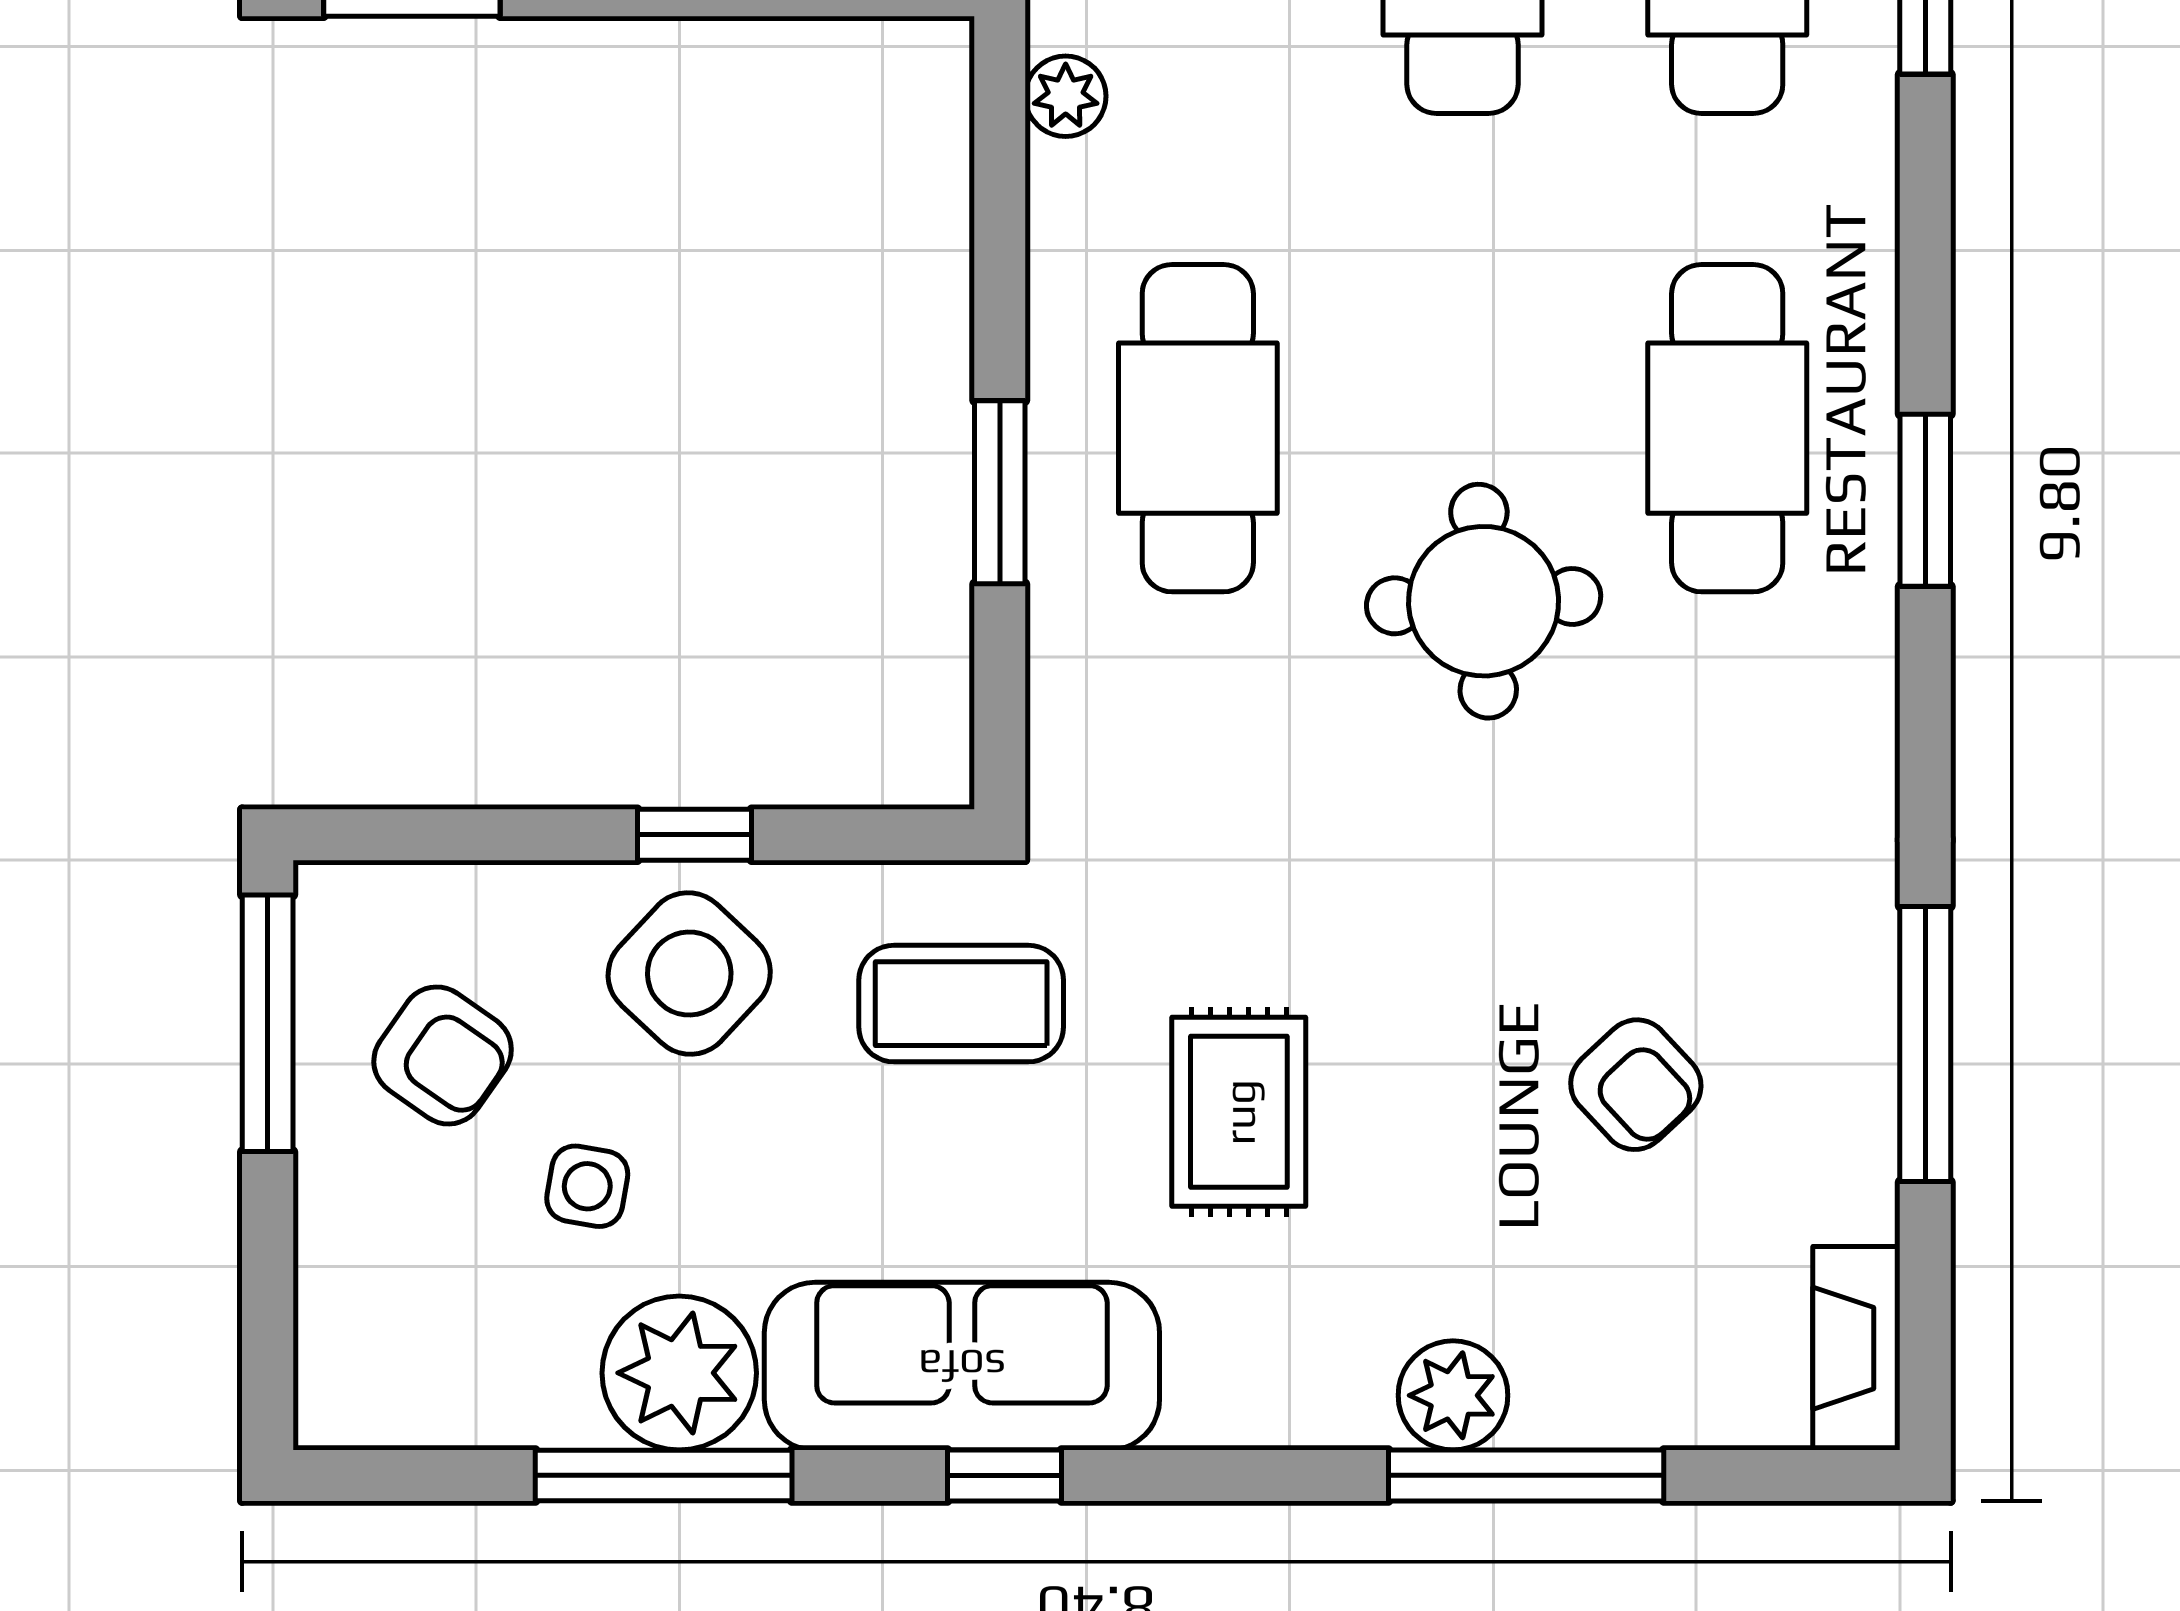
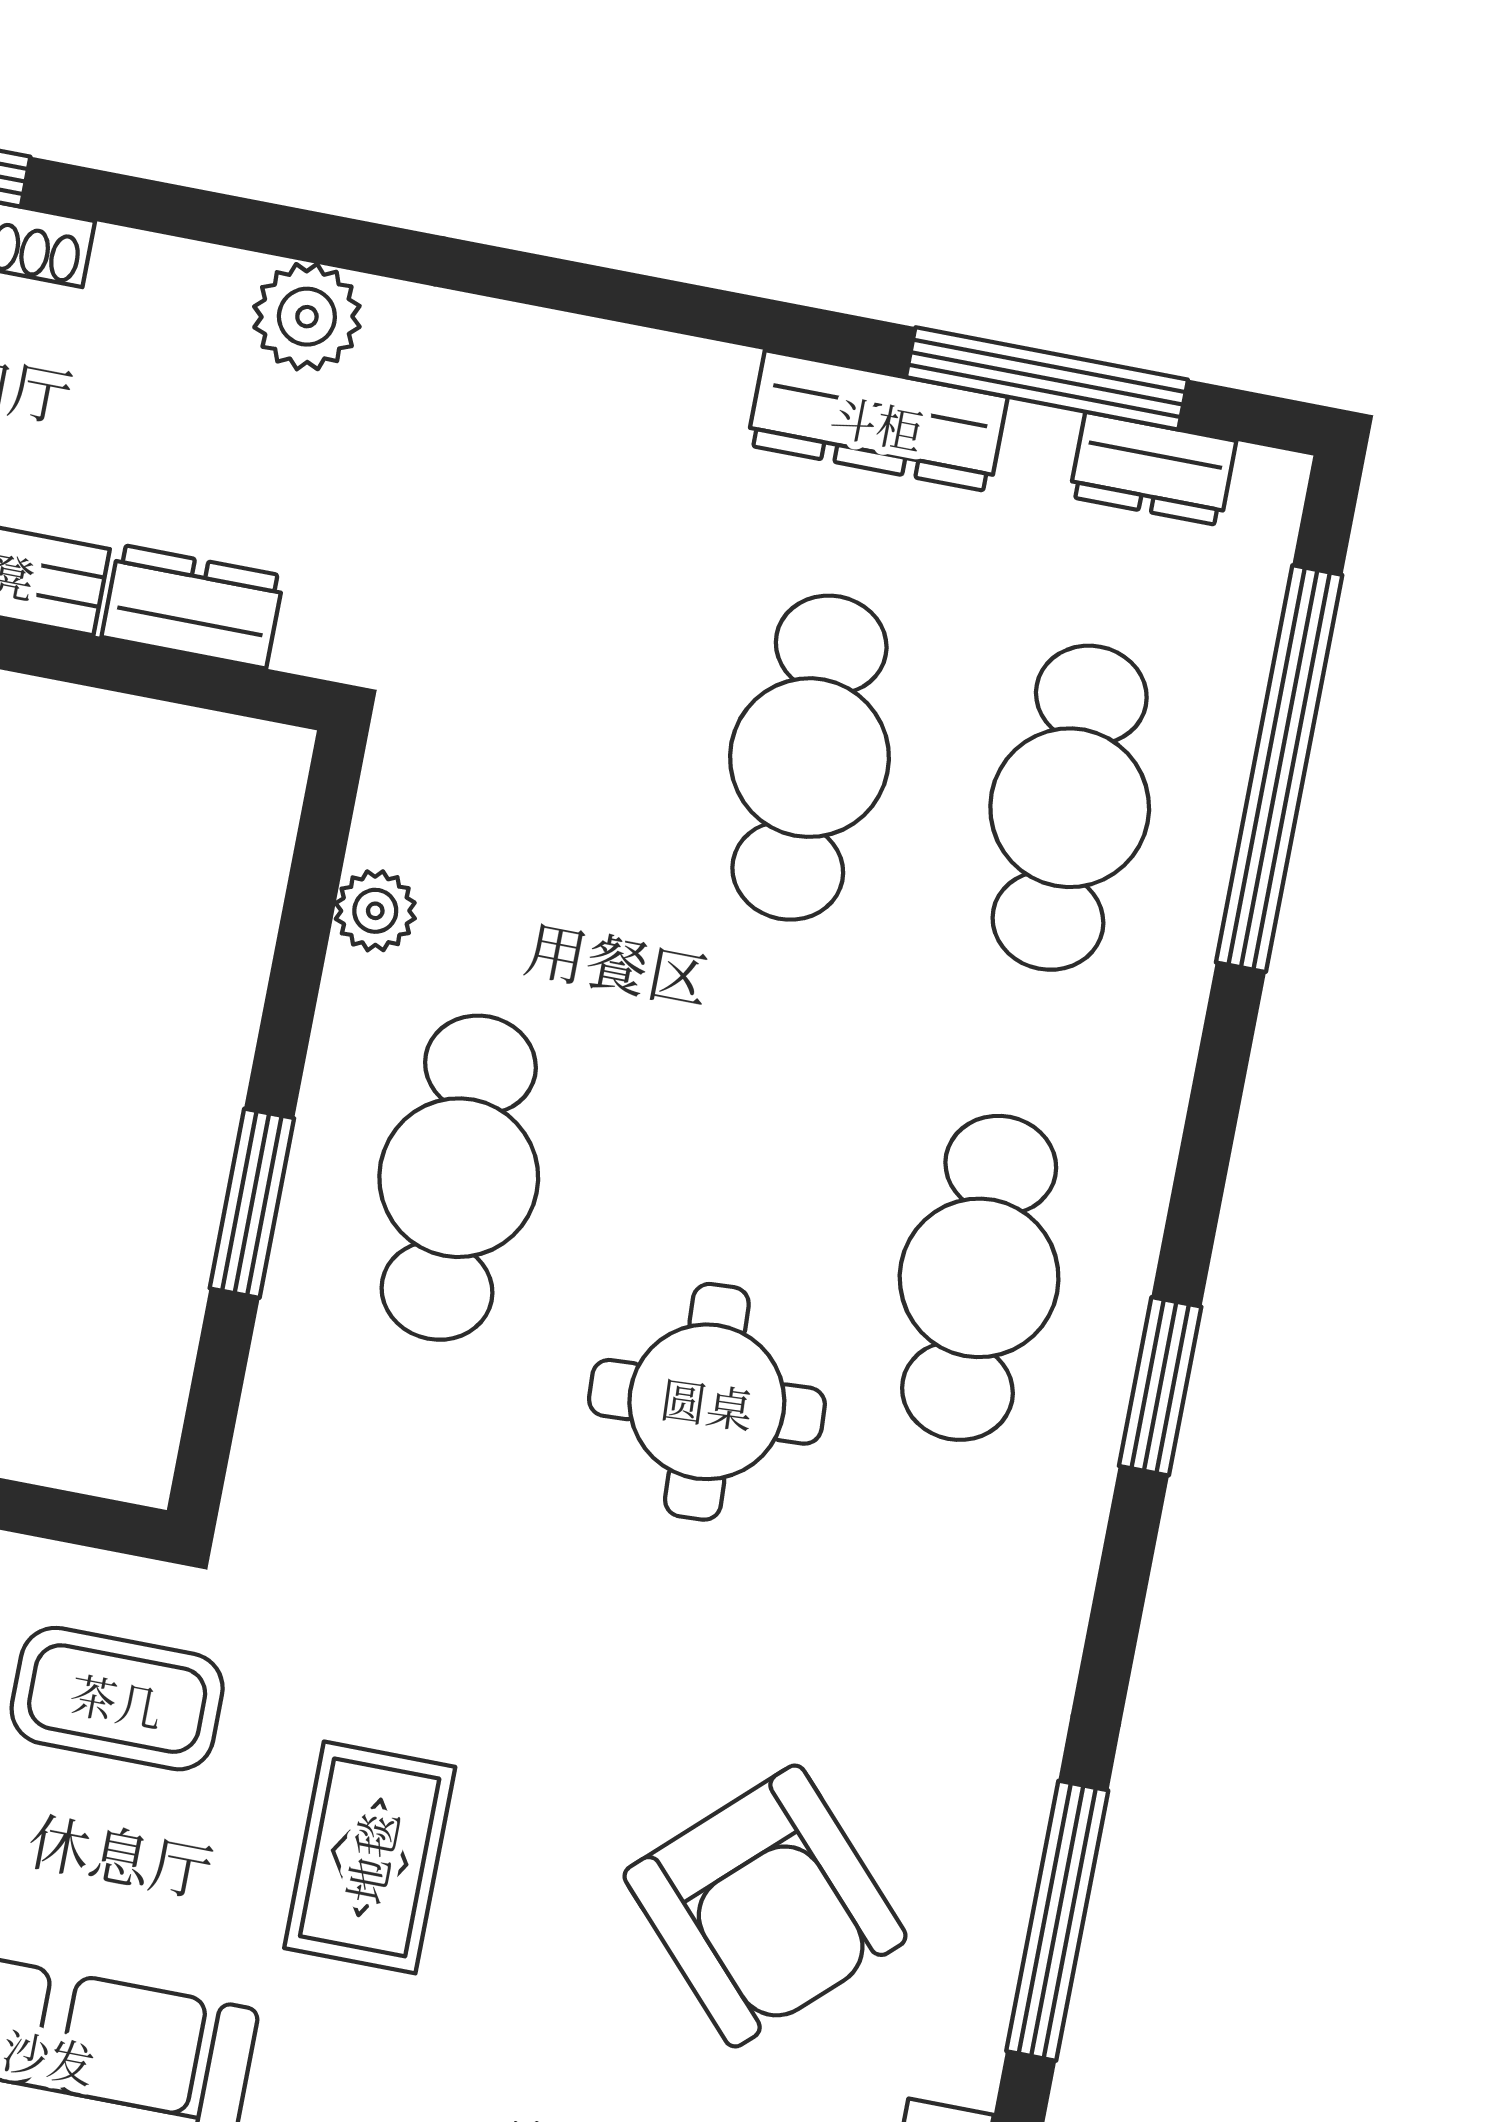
plant: (1066, 96) -> (375, 911), moved
armchair: (1636, 1085) -> (765, 1906), width x1.88, depth x1.88

